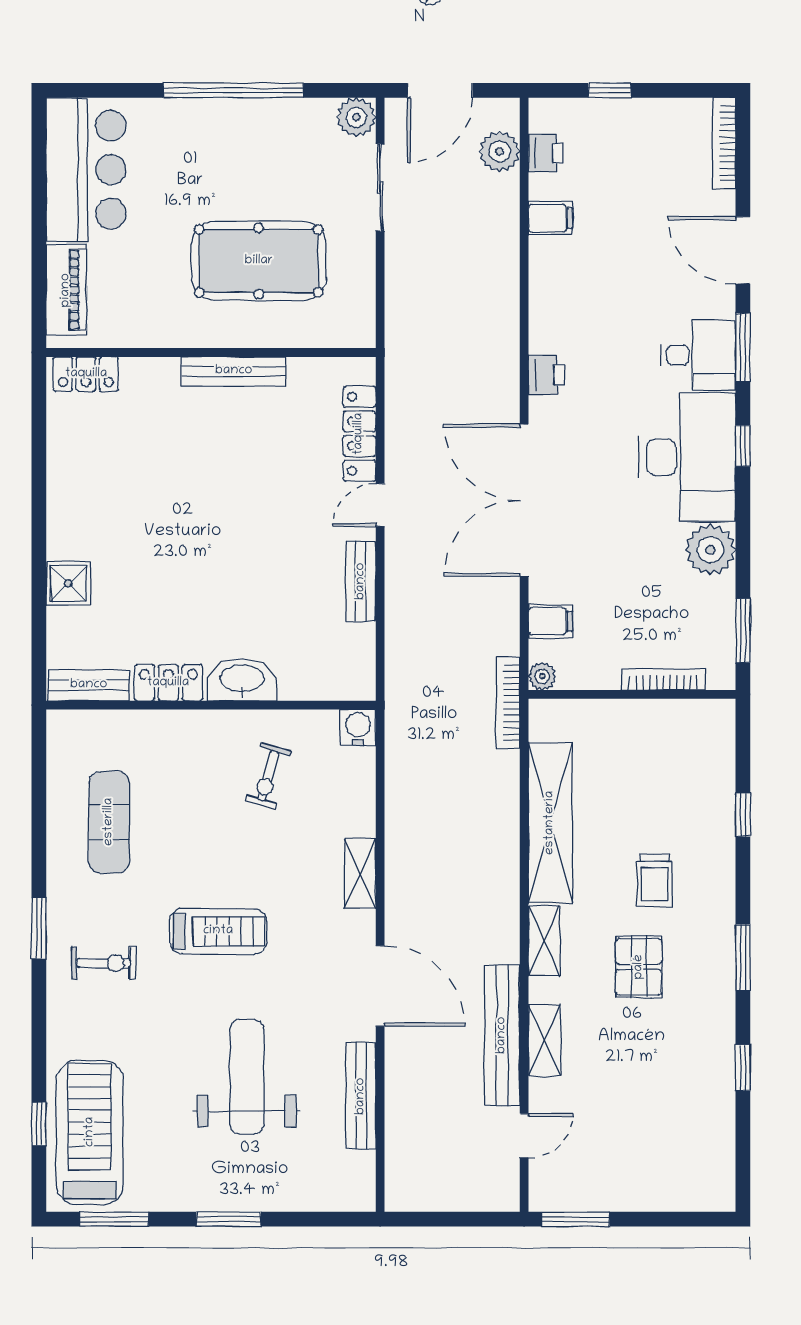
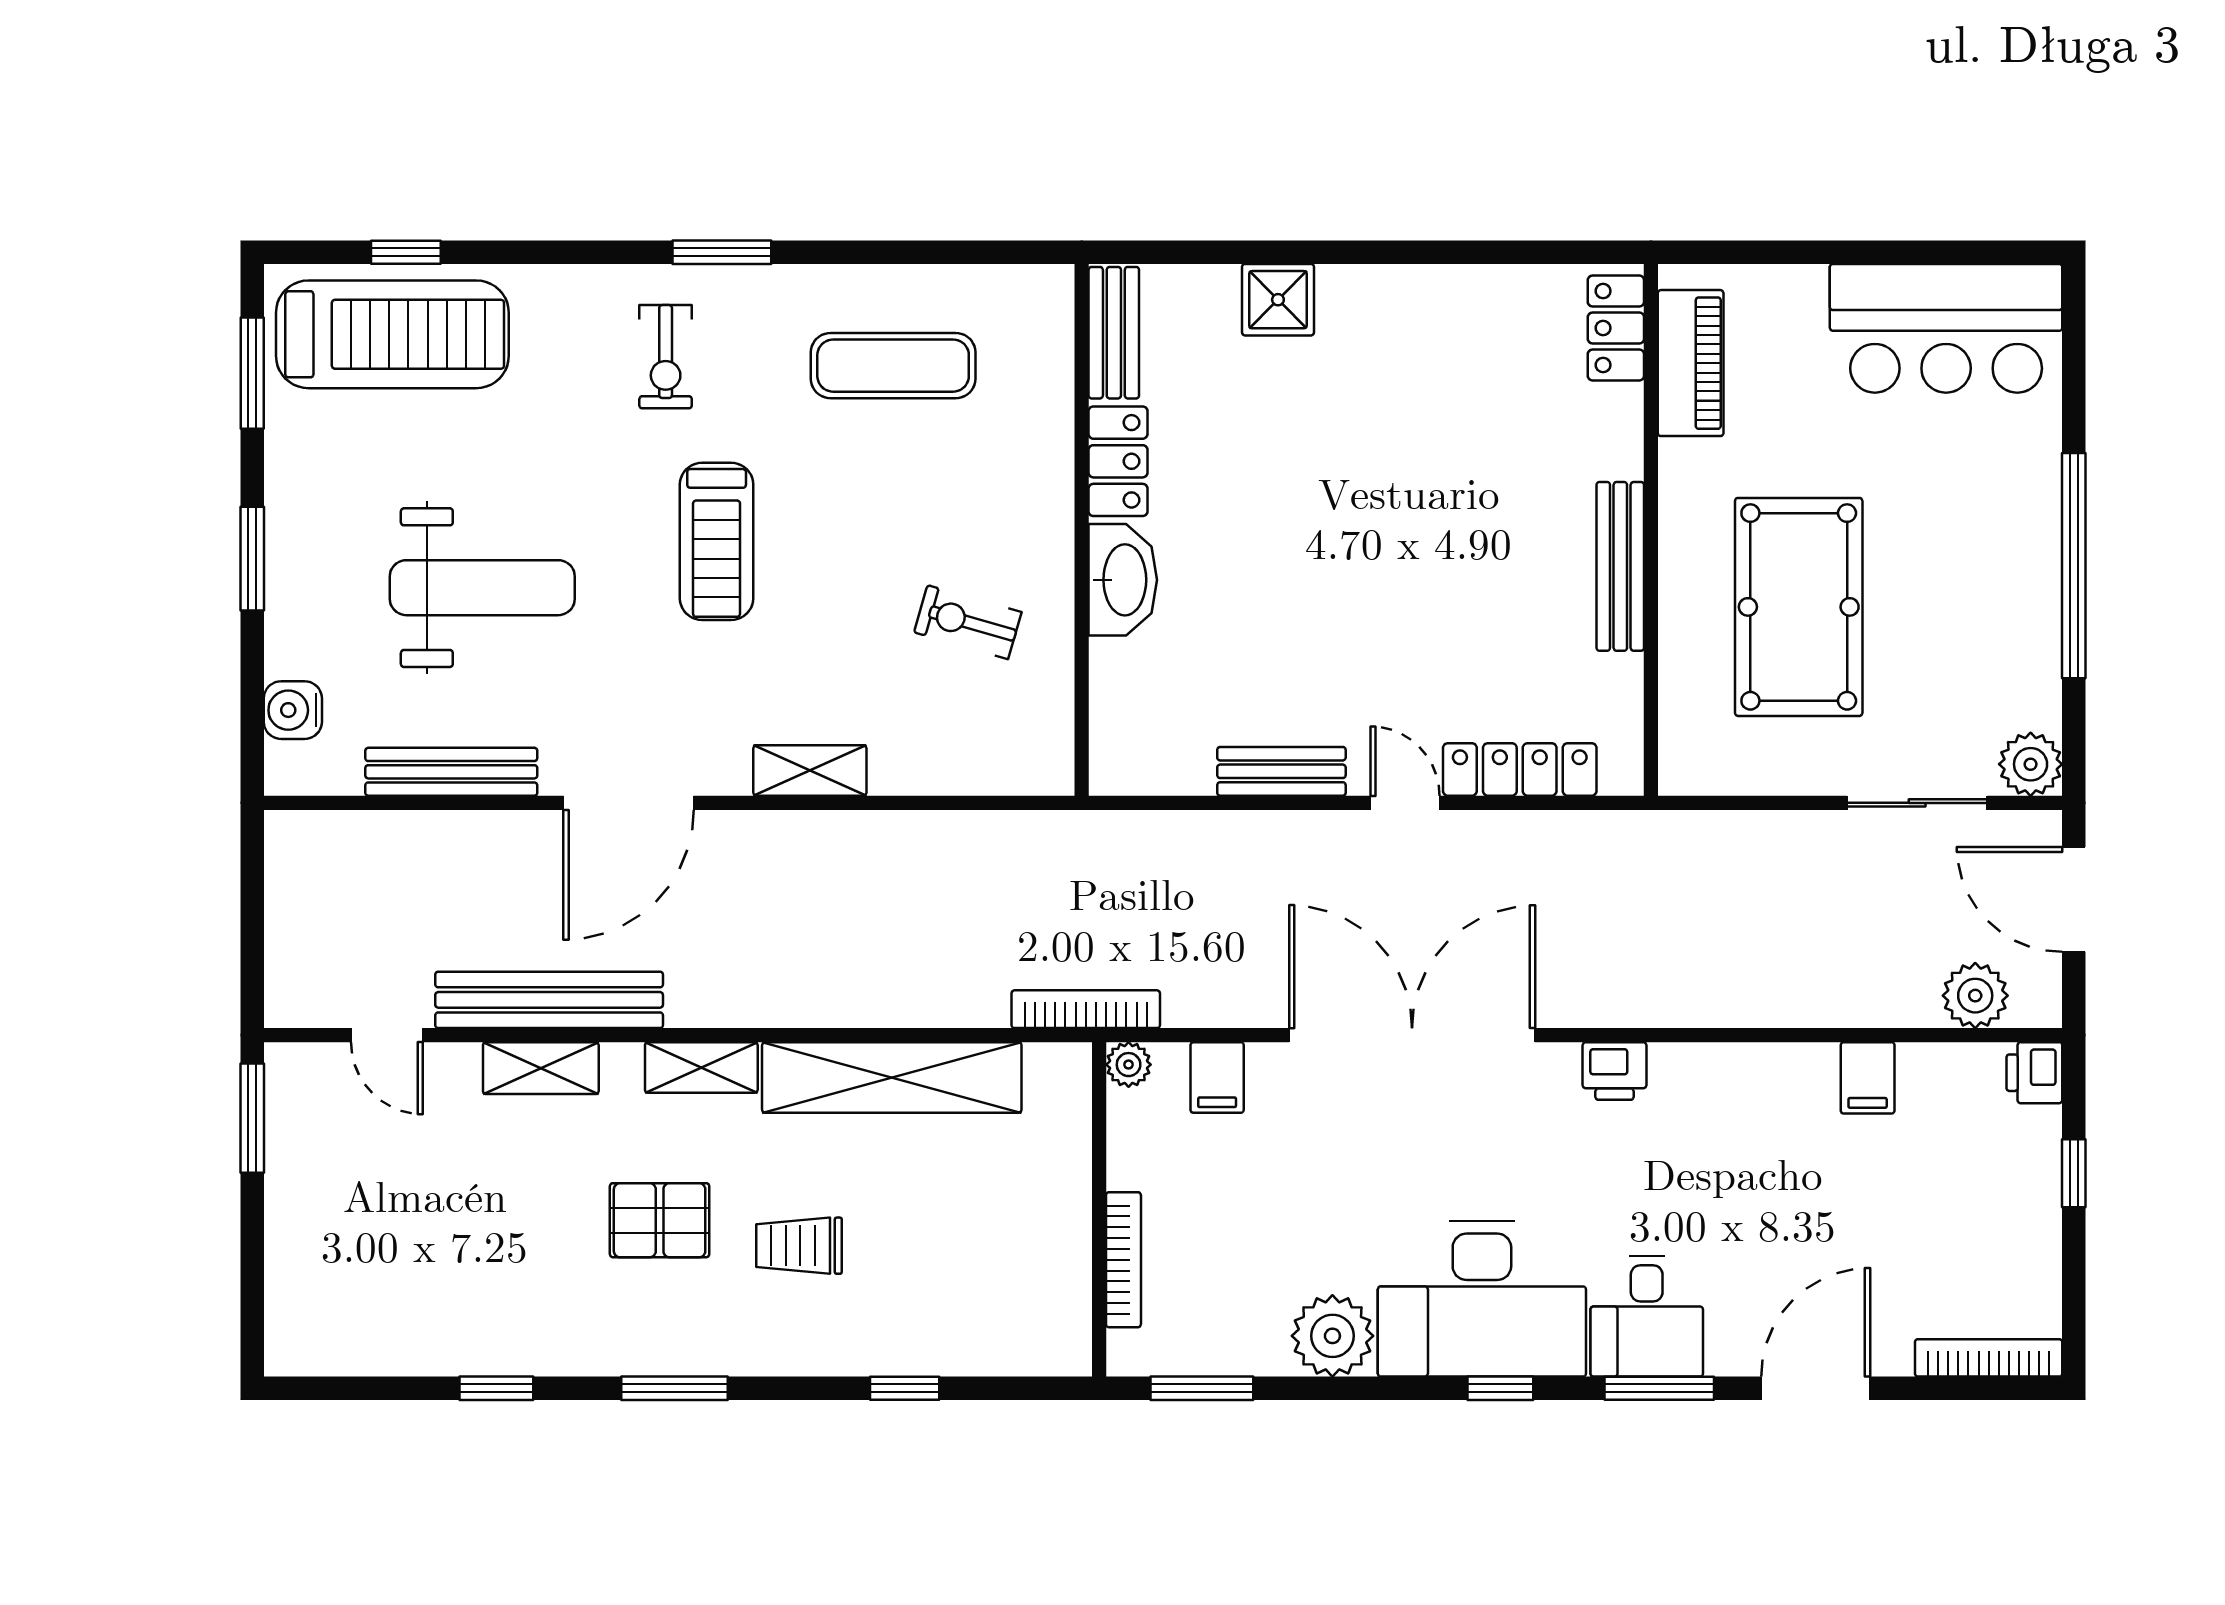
printer: (546, 153) -> (2034, 1073), moved, turned 90
piano: (66, 290) -> (1691, 363), moved, turned -90
water cooler: (358, 727) -> (293, 710), moved, turned 180

